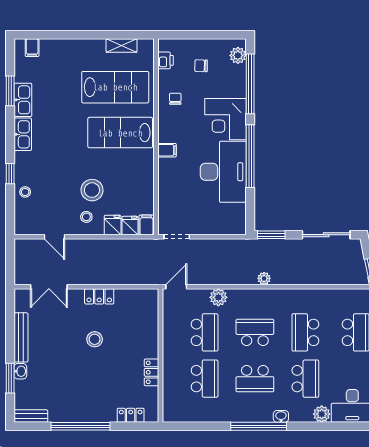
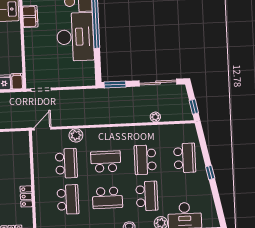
filing cabinet: (167, 150) -> (30, 17), width x2.00
plant: (264, 278) -> (155, 117), moved

